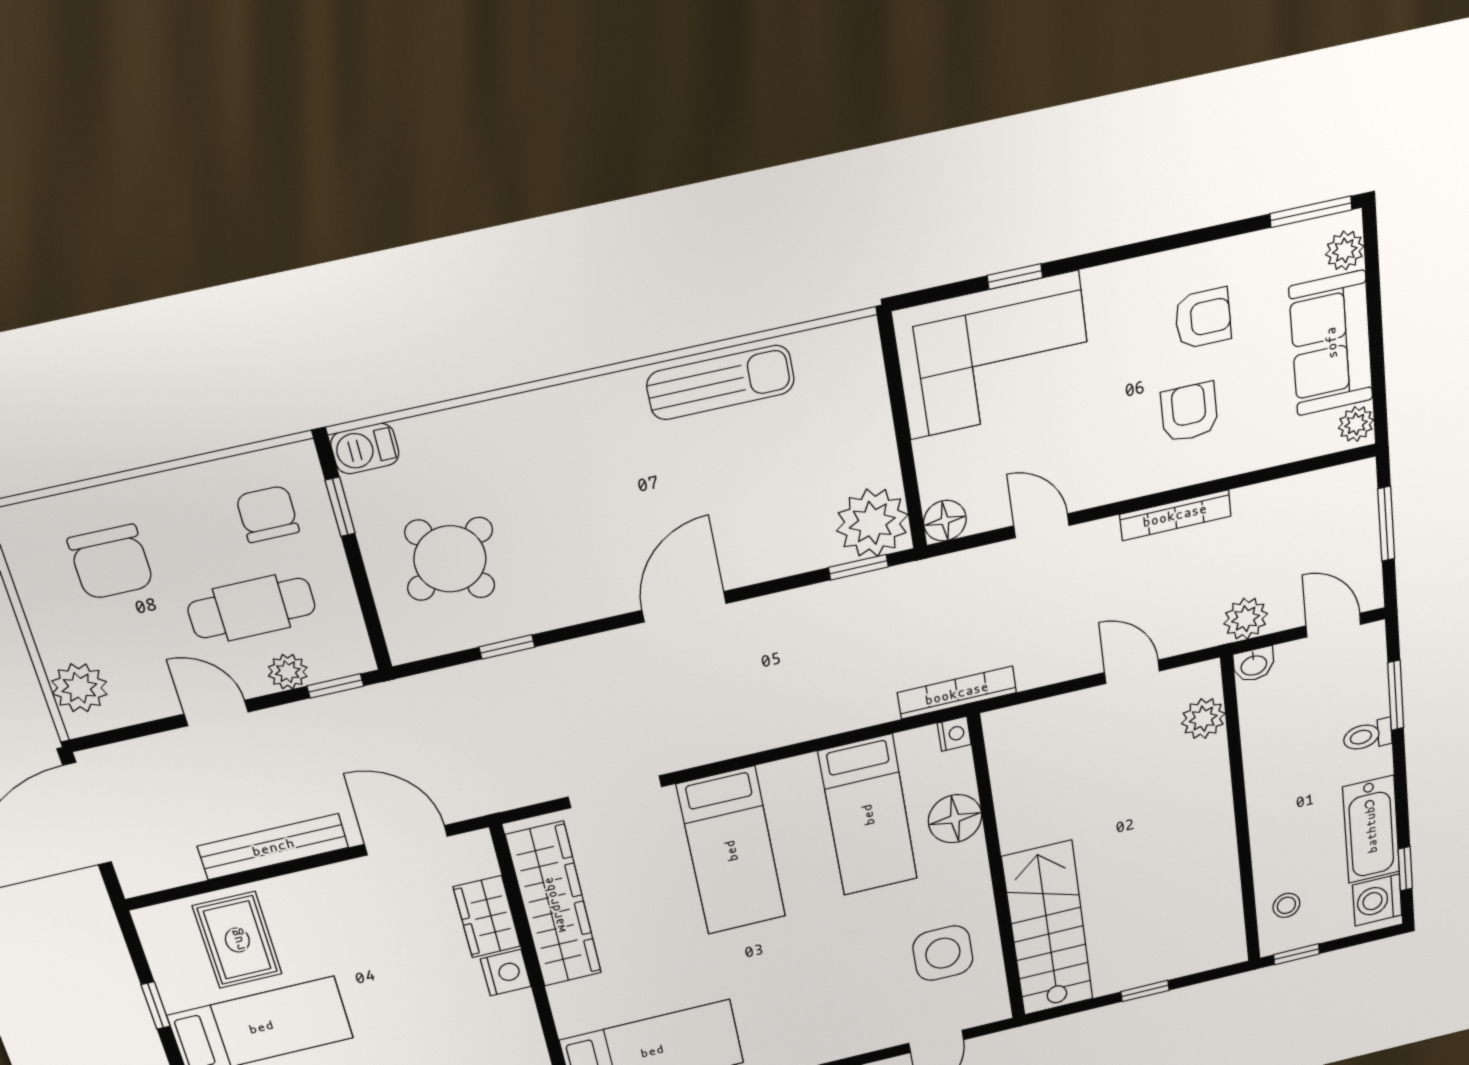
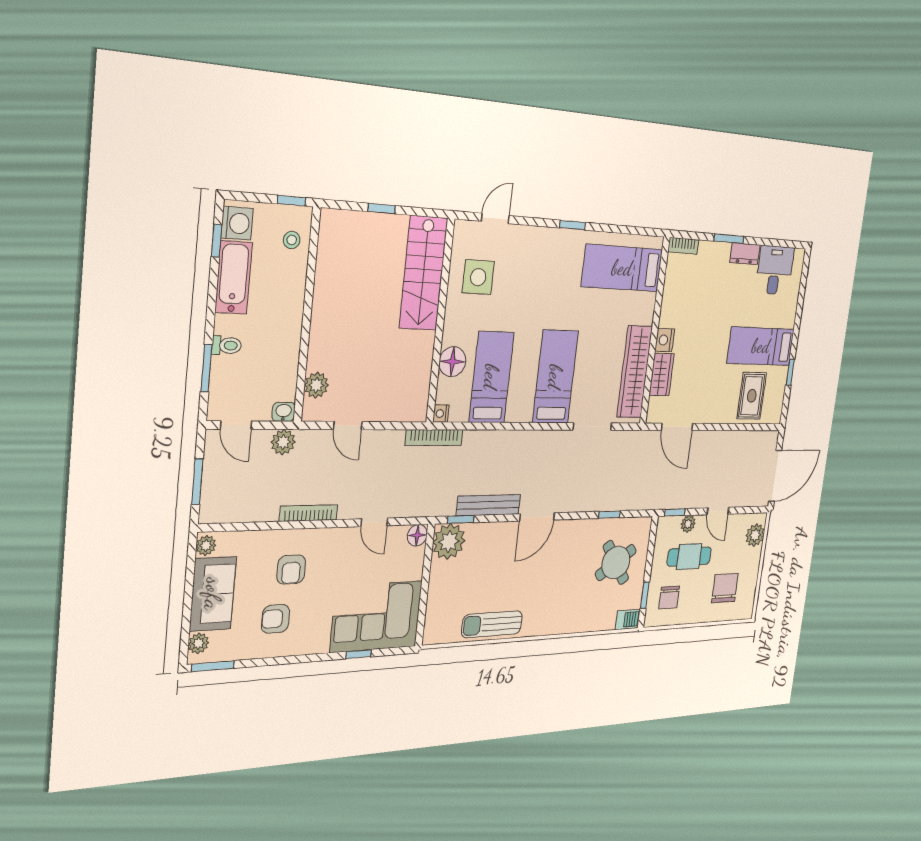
bench: (273, 847) -> (489, 505), moved

